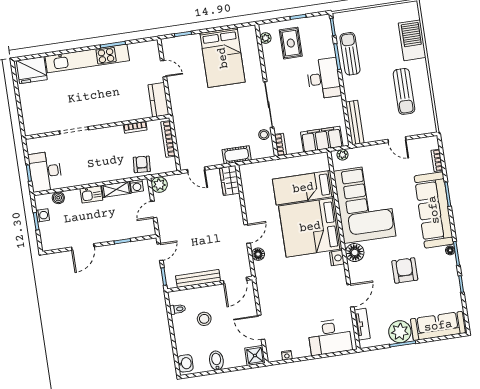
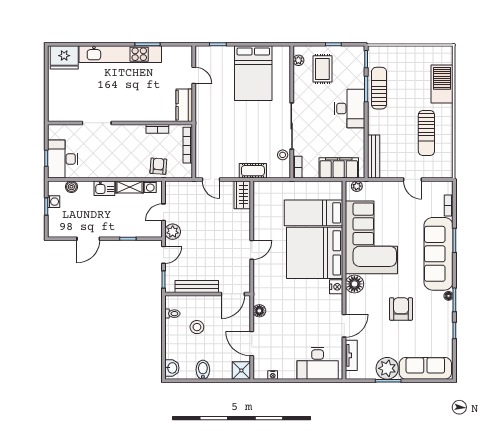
plant: (159, 185) -> (173, 232), moved
floor lamp: (258, 254) -> (259, 311), moved

